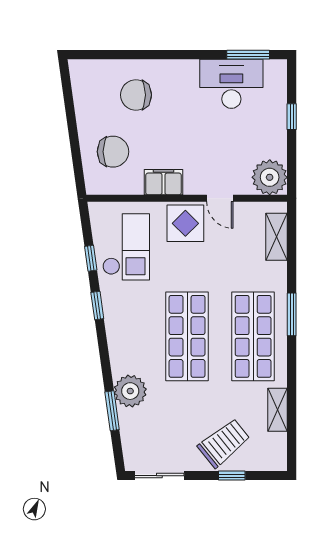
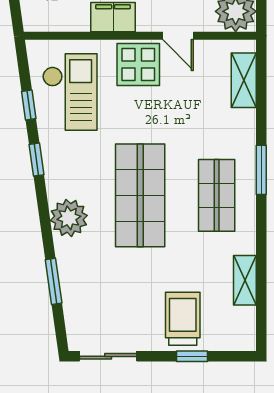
shop shelf: (253, 336) -> (217, 195), width x0.70, depth x0.74
plant: (130, 391) -> (69, 218), moved
trolley: (224, 443) -> (183, 319), turned -51

